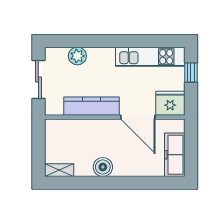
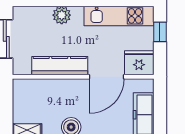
plant: (77, 56) -> (62, 15), moved
door: (138, 117) -> (107, 77), hinge flipped

